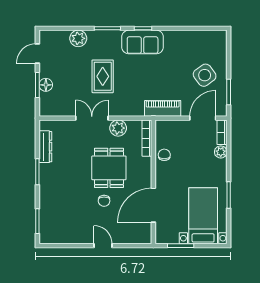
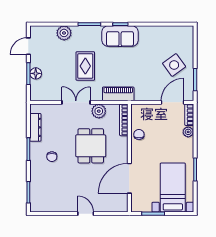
piano: (163, 108) -> (118, 94), moved
chair: (104, 201) -> (52, 157), moved

